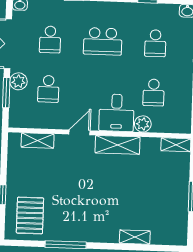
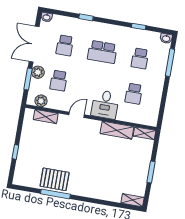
plant: (143, 124) -> (41, 101), moved
shelving: (118, 145) -> (117, 130), moved
pallet: (30, 215) -> (55, 179), moved, turned 90
shelving: (135, 237) -> (133, 200), moved

